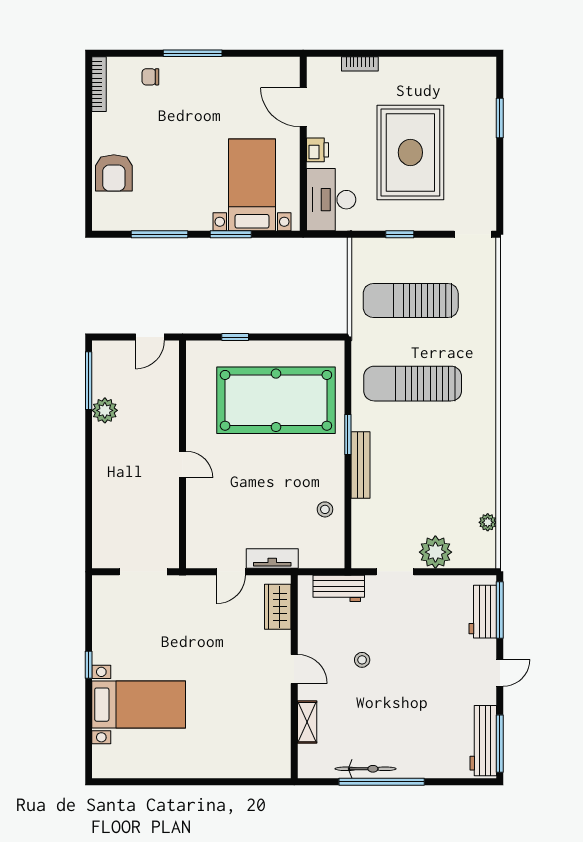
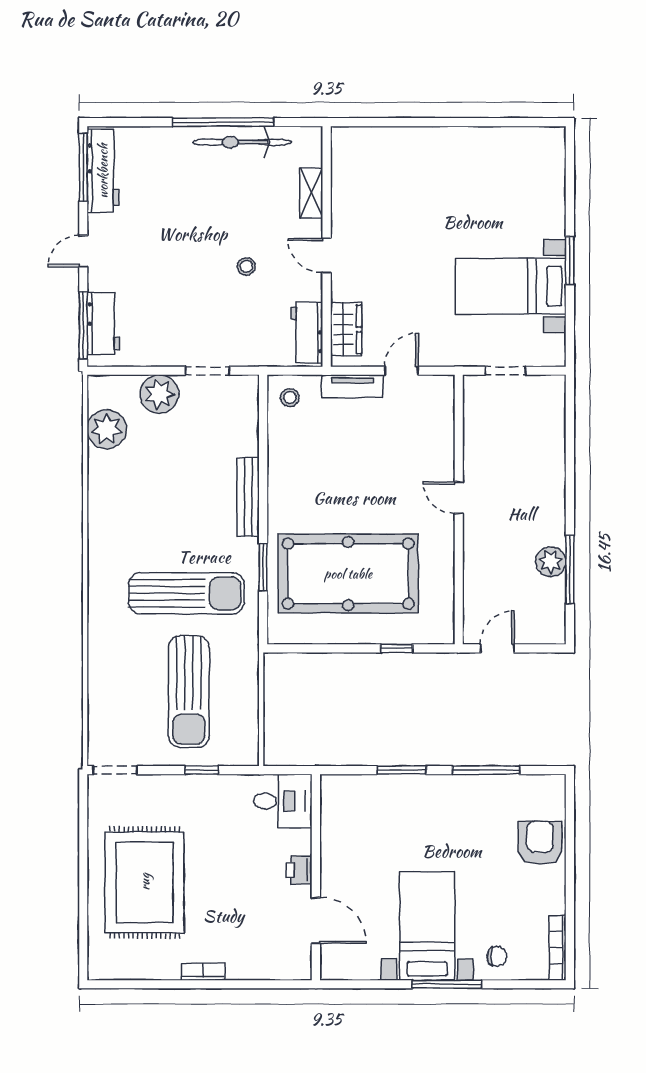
bookcase: (360, 64) -> (203, 972), moved
window: (500, 118) -> (83, 908), removed
rug: (410, 152) -> (145, 882), moved
bed with nightstands: (252, 185) -> (427, 926), moved, turned 180
desk: (331, 200) -> (283, 801), width x0.73
sun lounger: (411, 300) -> (189, 692), turned 90
window: (89, 381) -> (570, 570), moved
window: (348, 434) -> (263, 567), moved
stool: (325, 509) -> (290, 398), moved
plant: (488, 522) -> (107, 429), width x1.88, depth x1.88
doorway: (143, 572) -> (505, 371), width x0.73
workbench: (339, 588) -> (307, 333), moved, turned -90
window: (89, 665) -> (570, 261), width x1.50
bed with nightstands: (139, 705) -> (511, 286), moved
bicycle: (366, 769) -> (242, 142), width x1.37, depth x1.40

